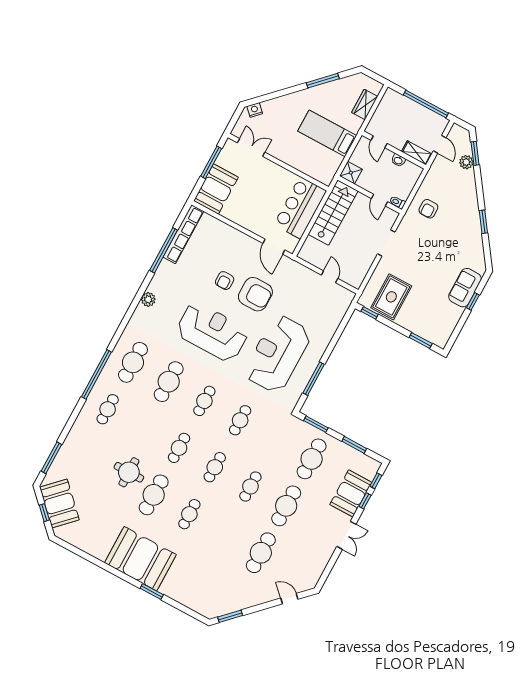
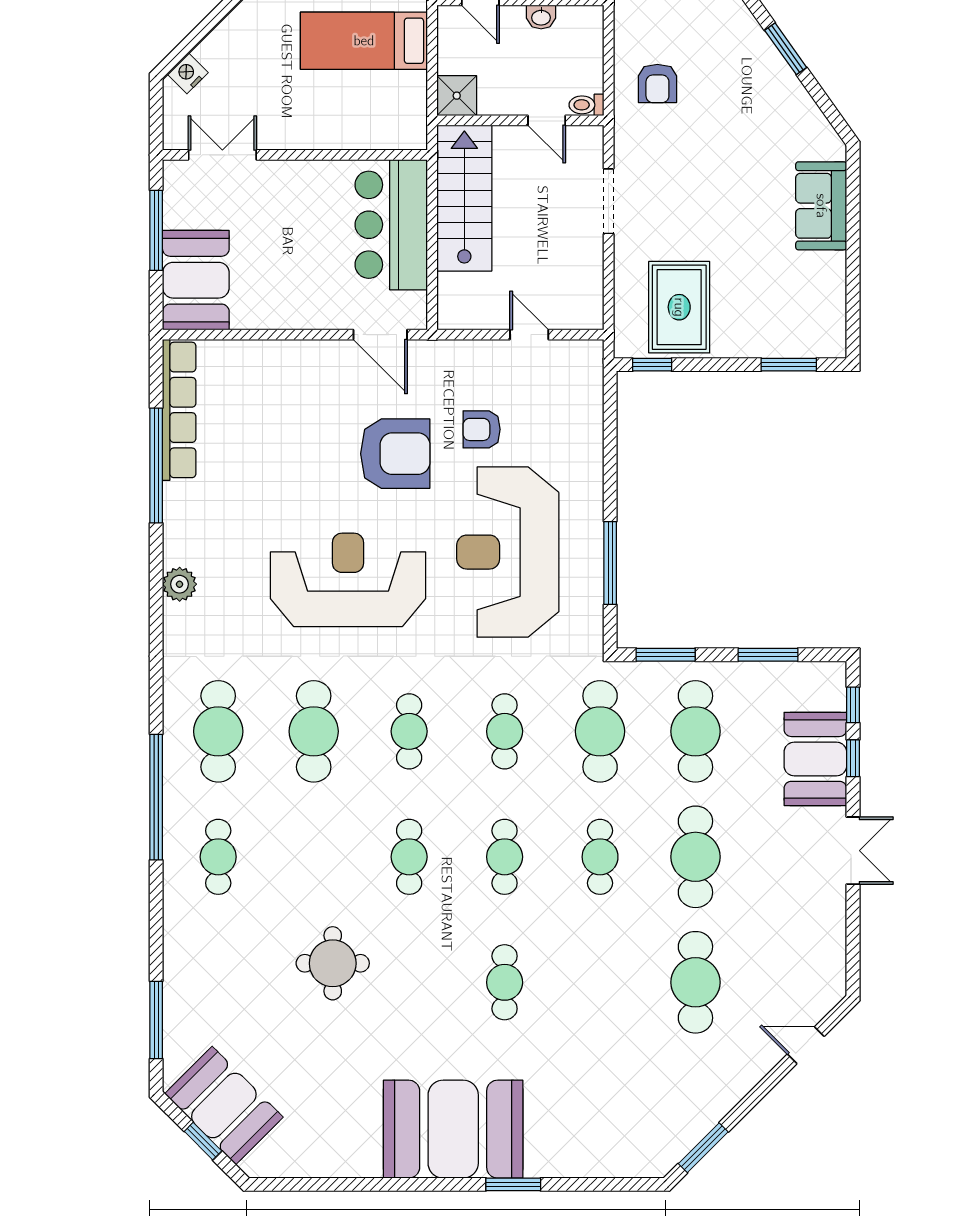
armchair: (225, 281) -> (482, 429), moved, turned 90
window: (473, 301) -> (853, 225), removed
cafe table: (154, 495) -> (600, 731), moved

